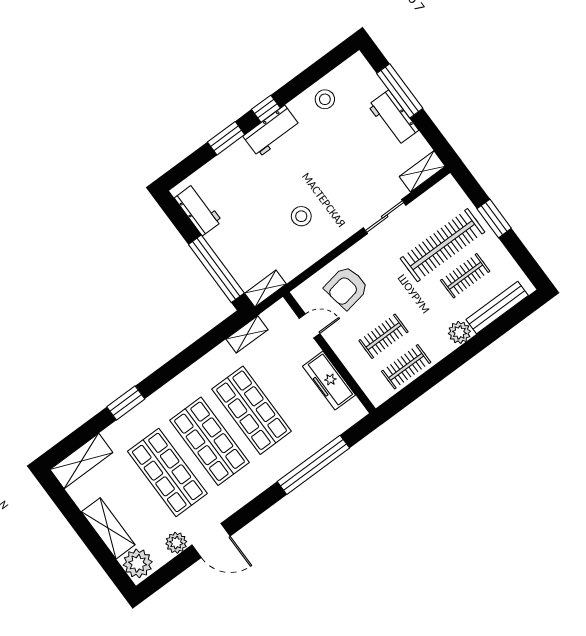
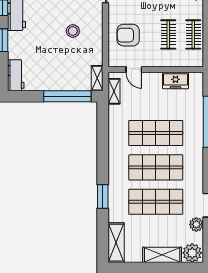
workbench: (198, 210) -> (16, 75), moved, turned 90
armchair: (346, 288) -> (128, 35), turned 100
door: (309, 326) -> (134, 70), swing flipped
shelving: (247, 334) -> (114, 91), moved
freezer: (329, 381) -> (176, 81), width x0.71

